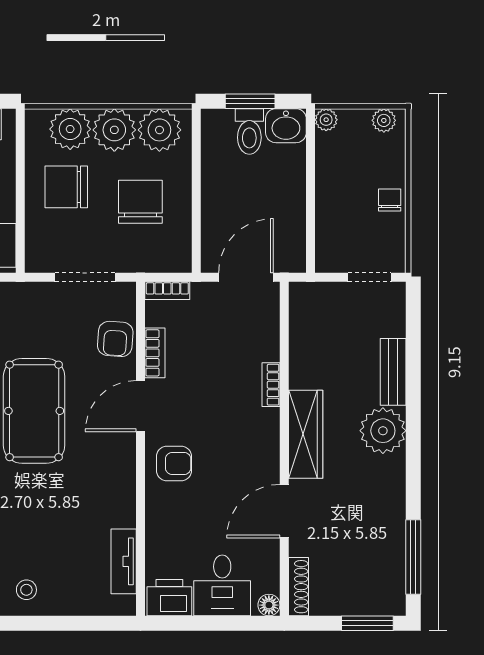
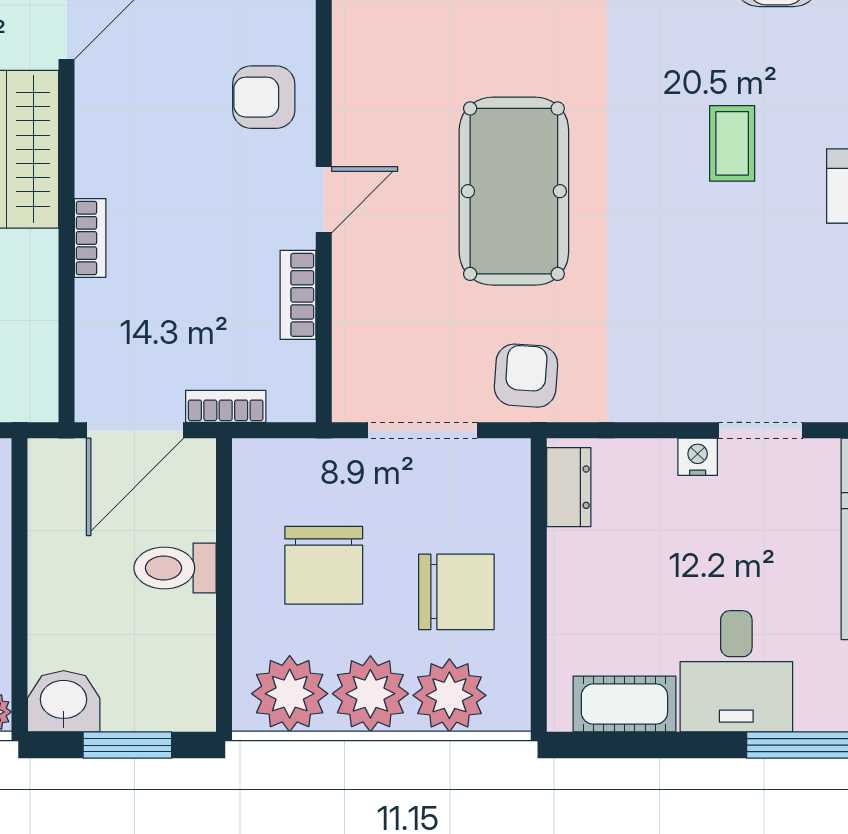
toilet: (249, 131) -> (175, 568), moved, turned -90
bookcase: (167, 291) -> (226, 406), moved
armchair: (115, 339) -> (526, 376), moved
door: (140, 406) -> (324, 200), width x0.73

